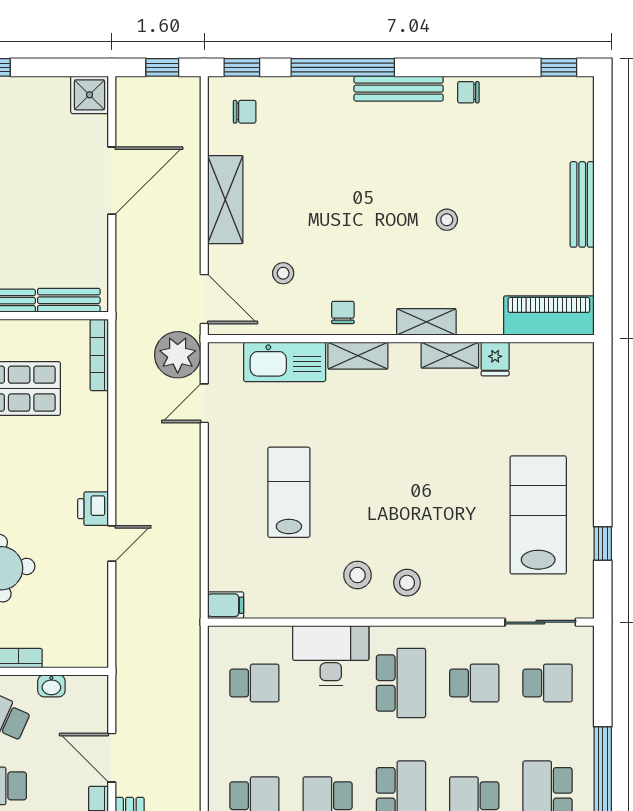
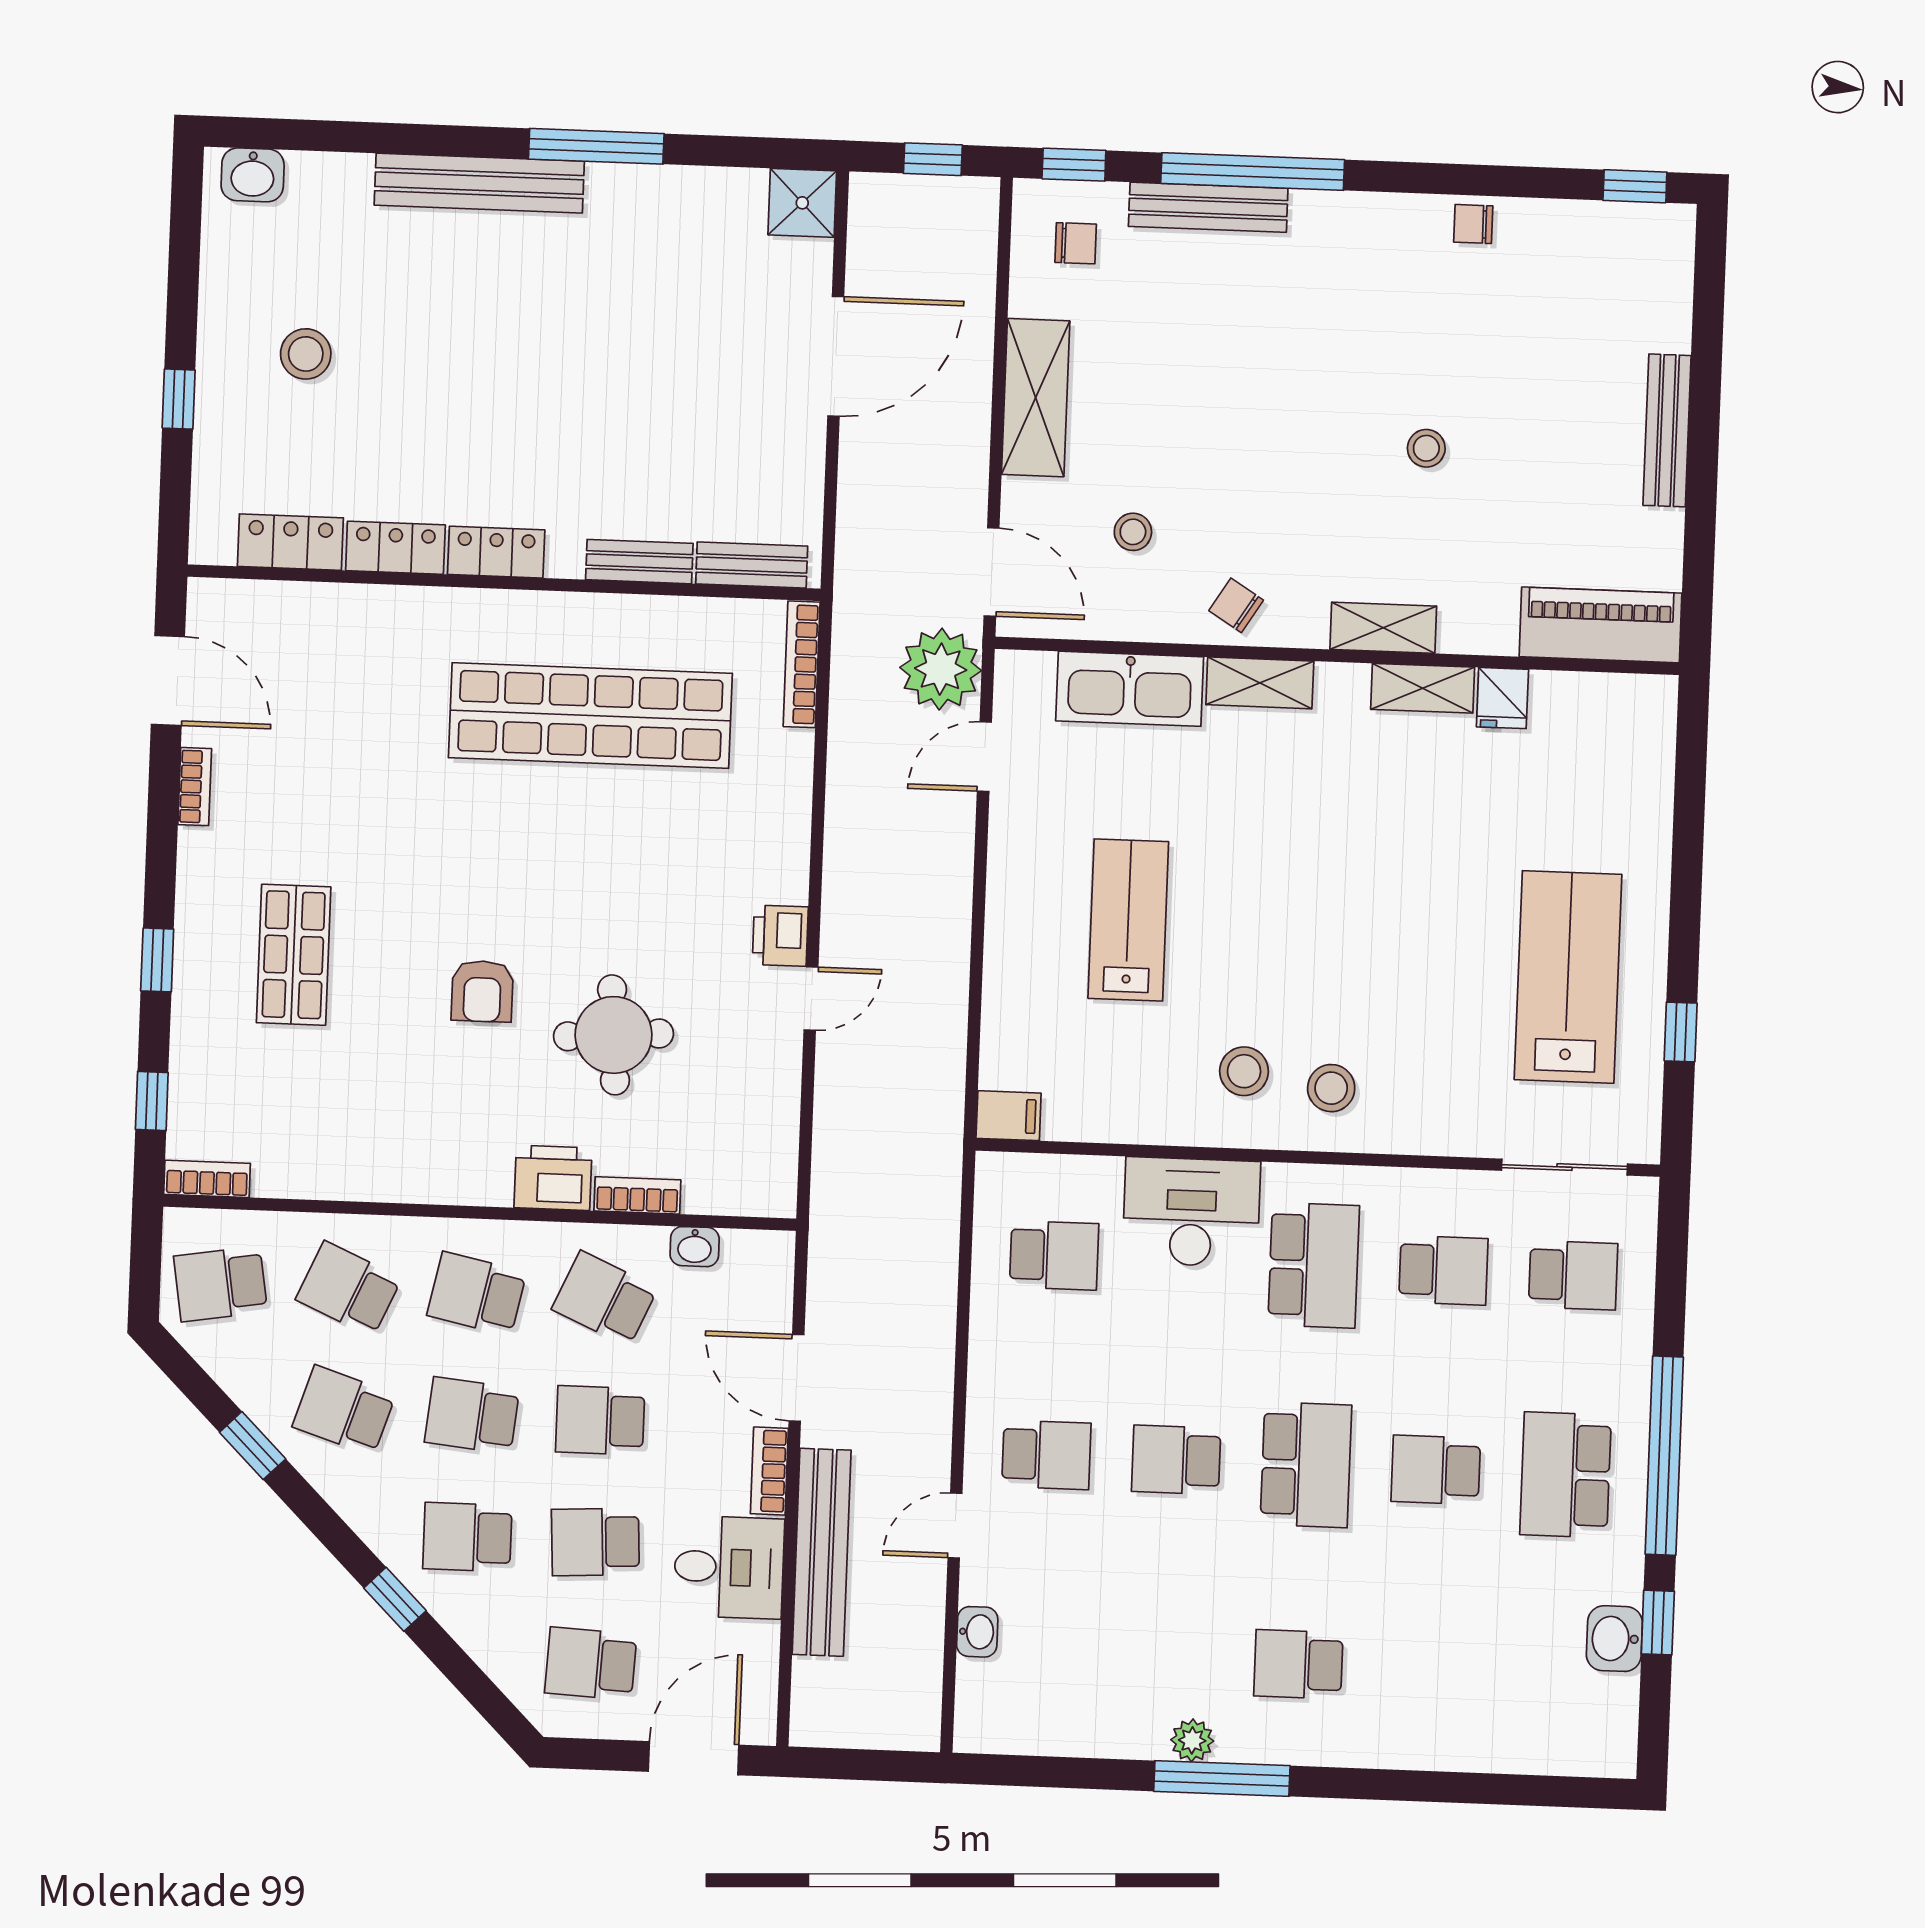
bench: (399, 89) -> (1208, 207), moved
chair: (343, 312) -> (1236, 605), turned -58

